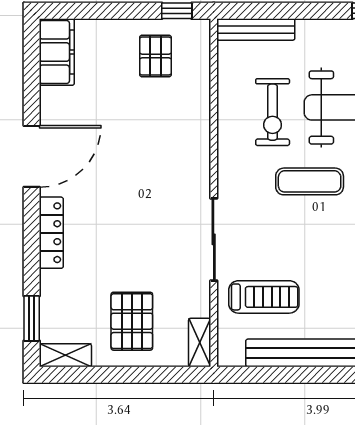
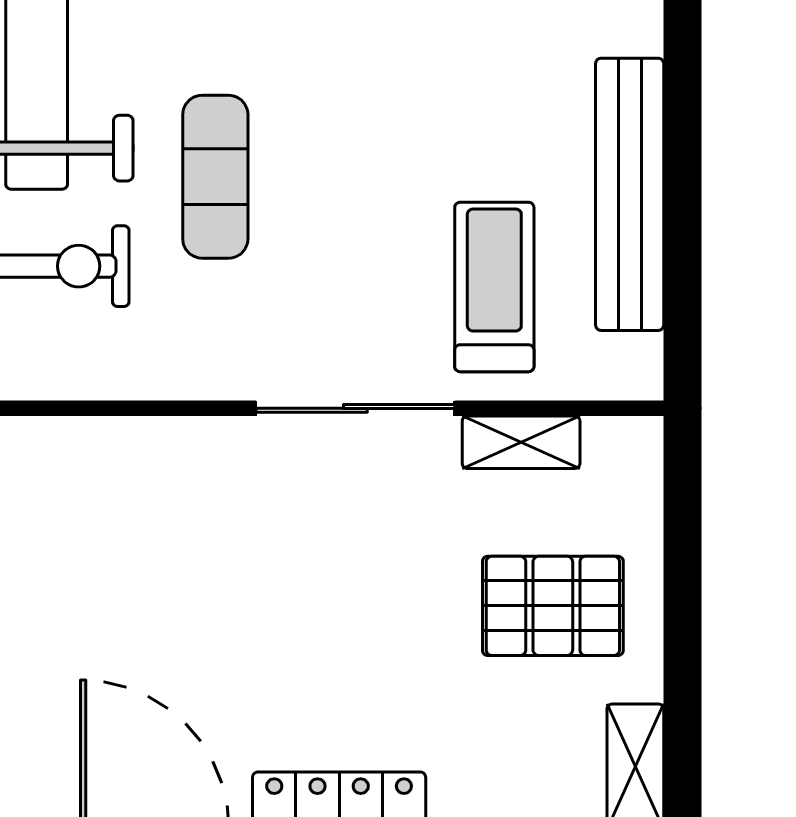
shelving: (200, 343) -> (521, 442), moved

